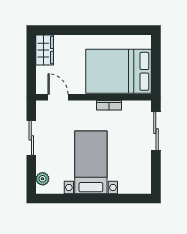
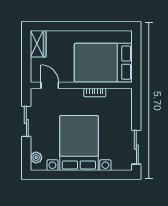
sliding door: (156, 131) -> (136, 147), moved
bed with nightstands: (91, 162) -> (79, 143), width x1.36

